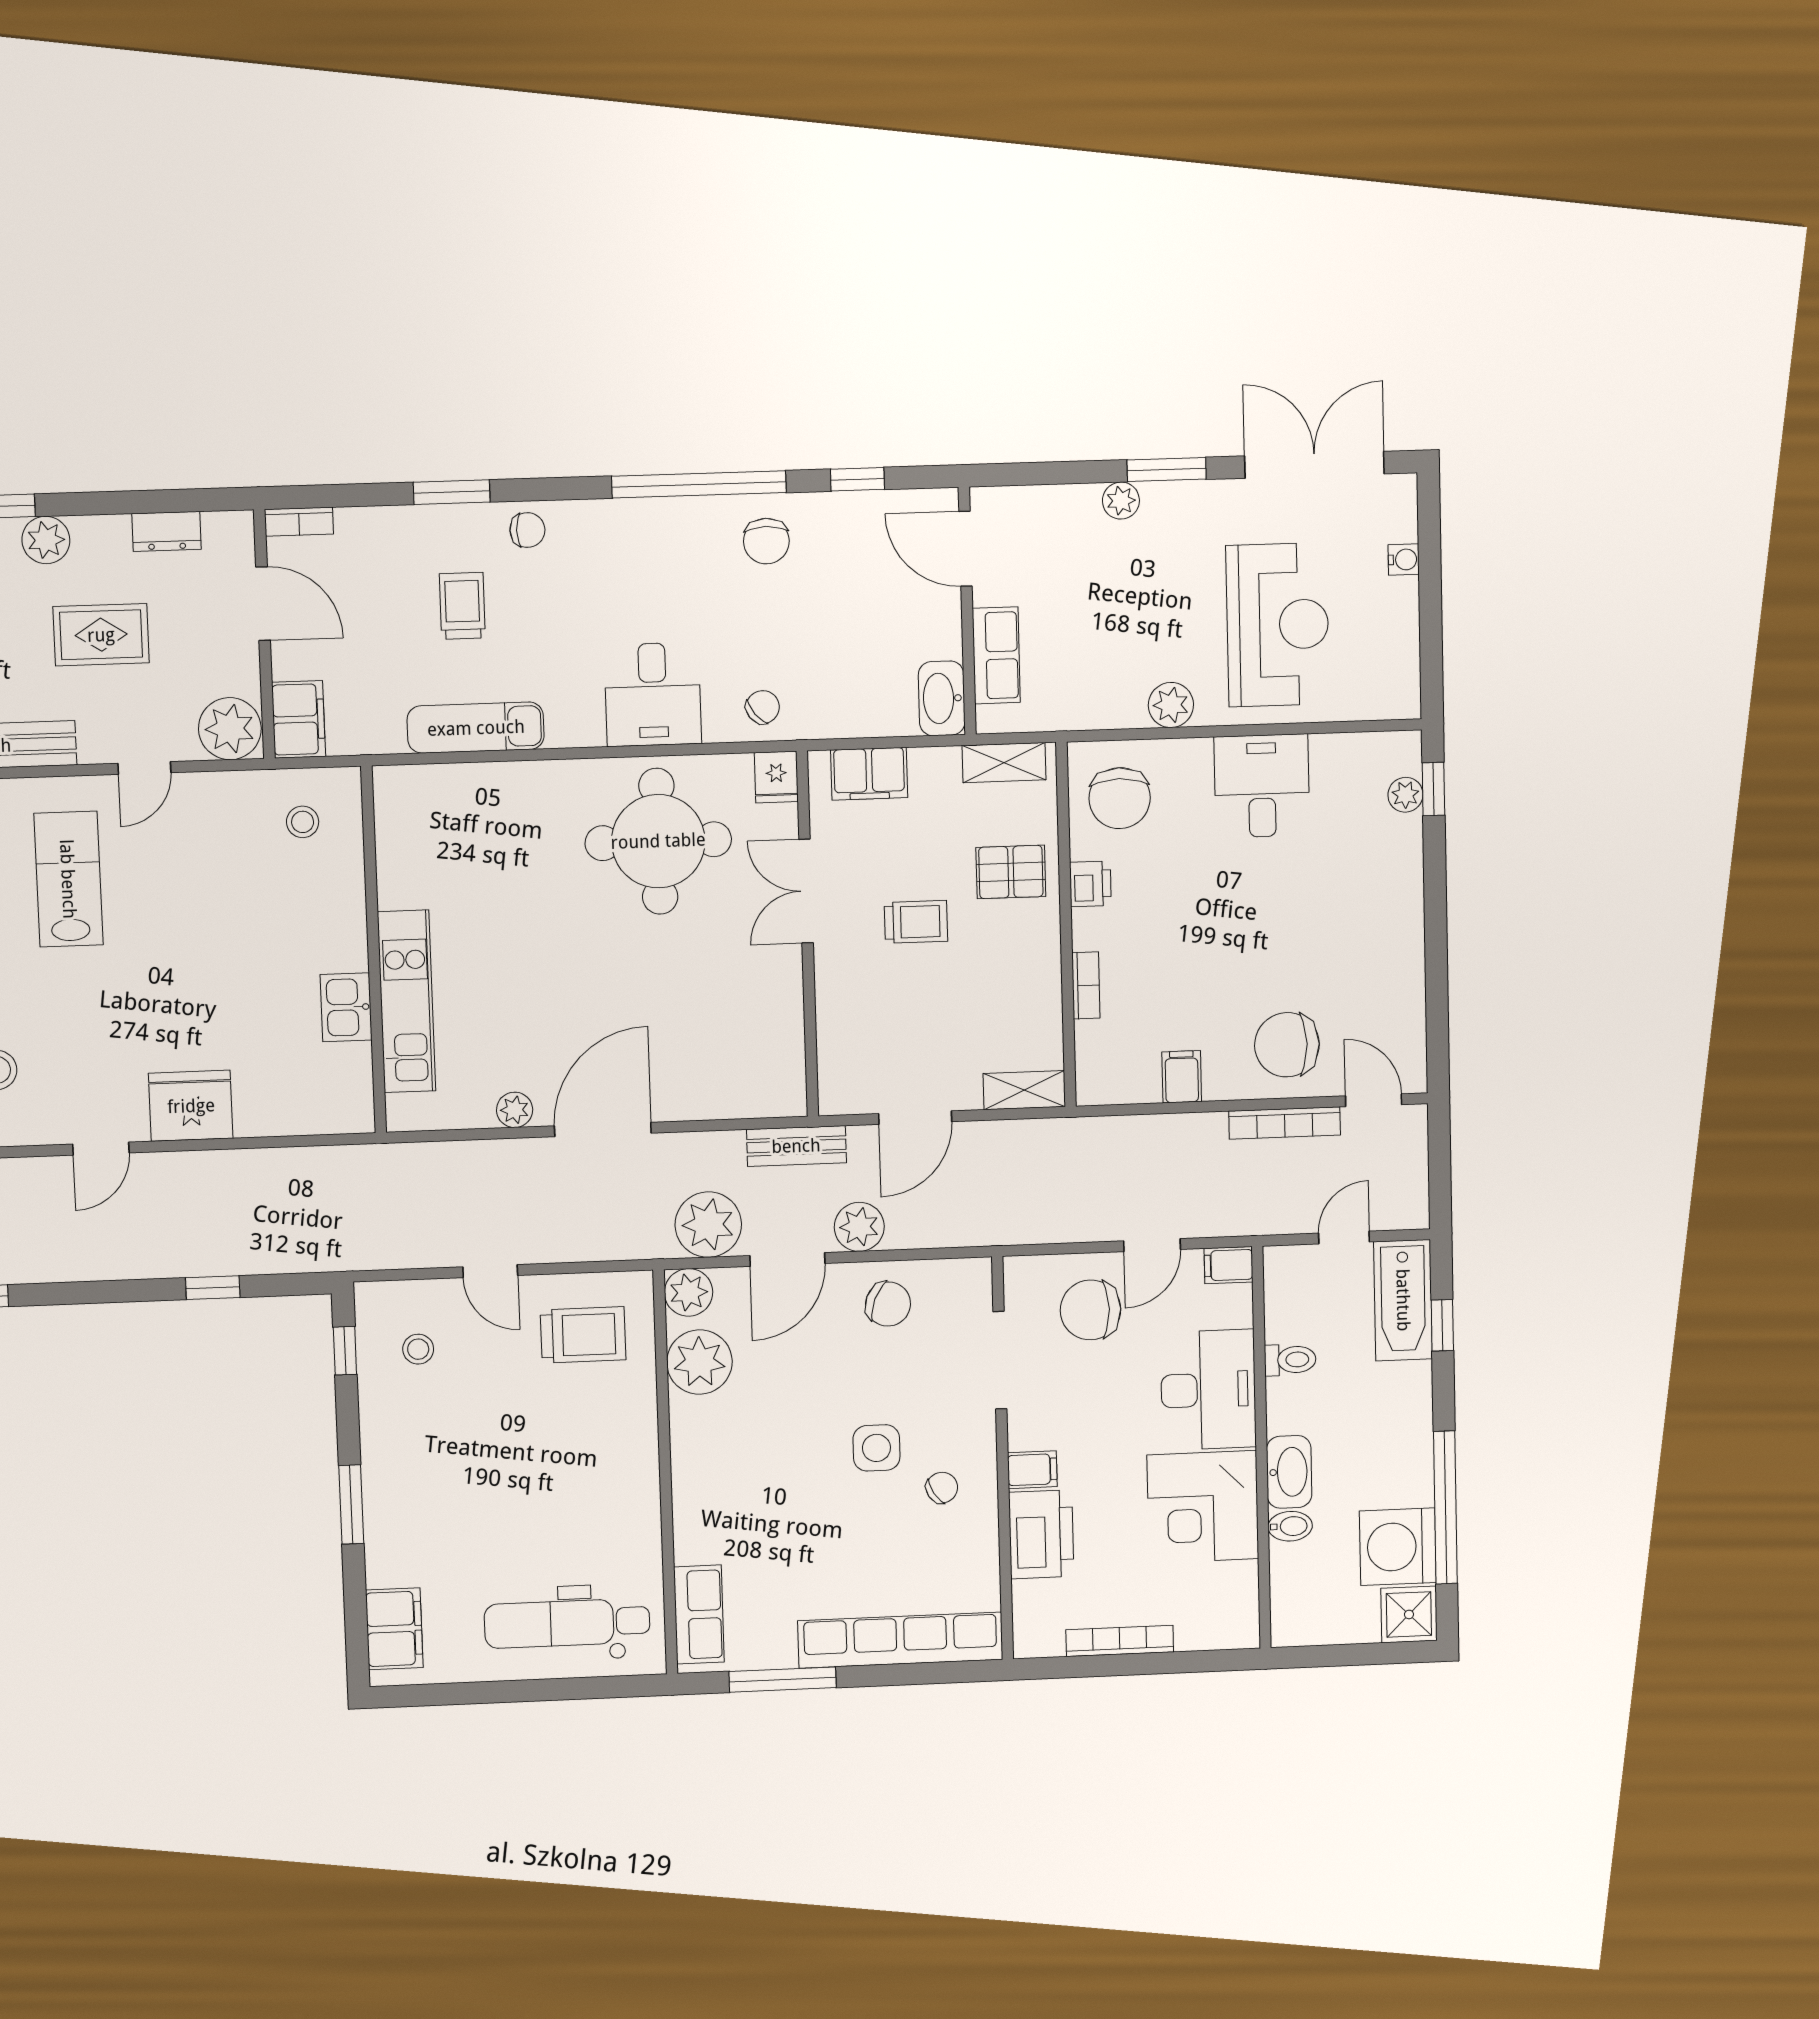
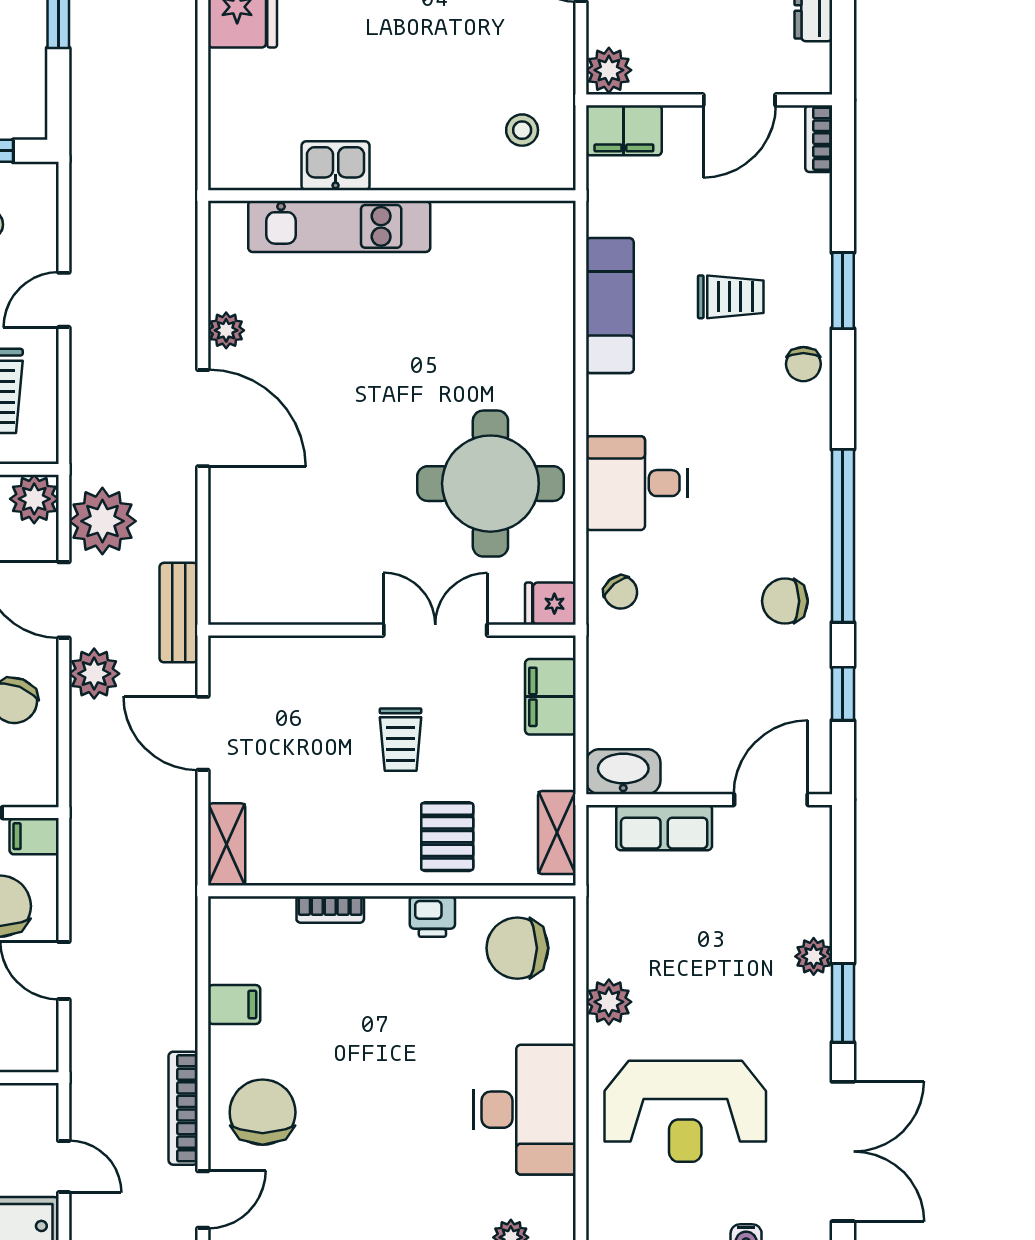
plant: (230, 729) -> (609, 70), width x0.73, depth x0.73
desk: (1262, 786) -> (525, 1110), width x1.37
filing cabinet: (1228, 1265) -> (34, 836), moved, turned -90

